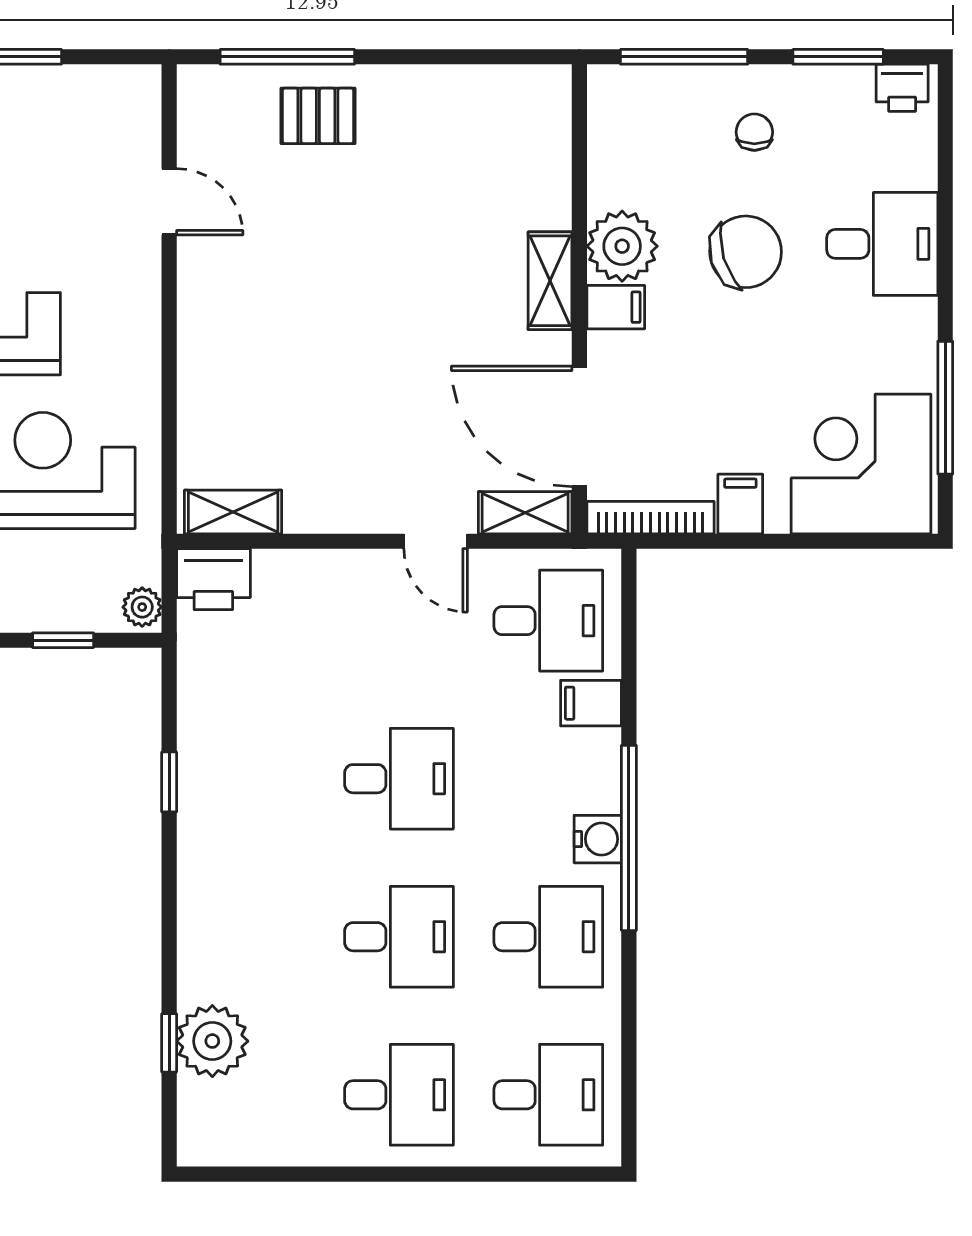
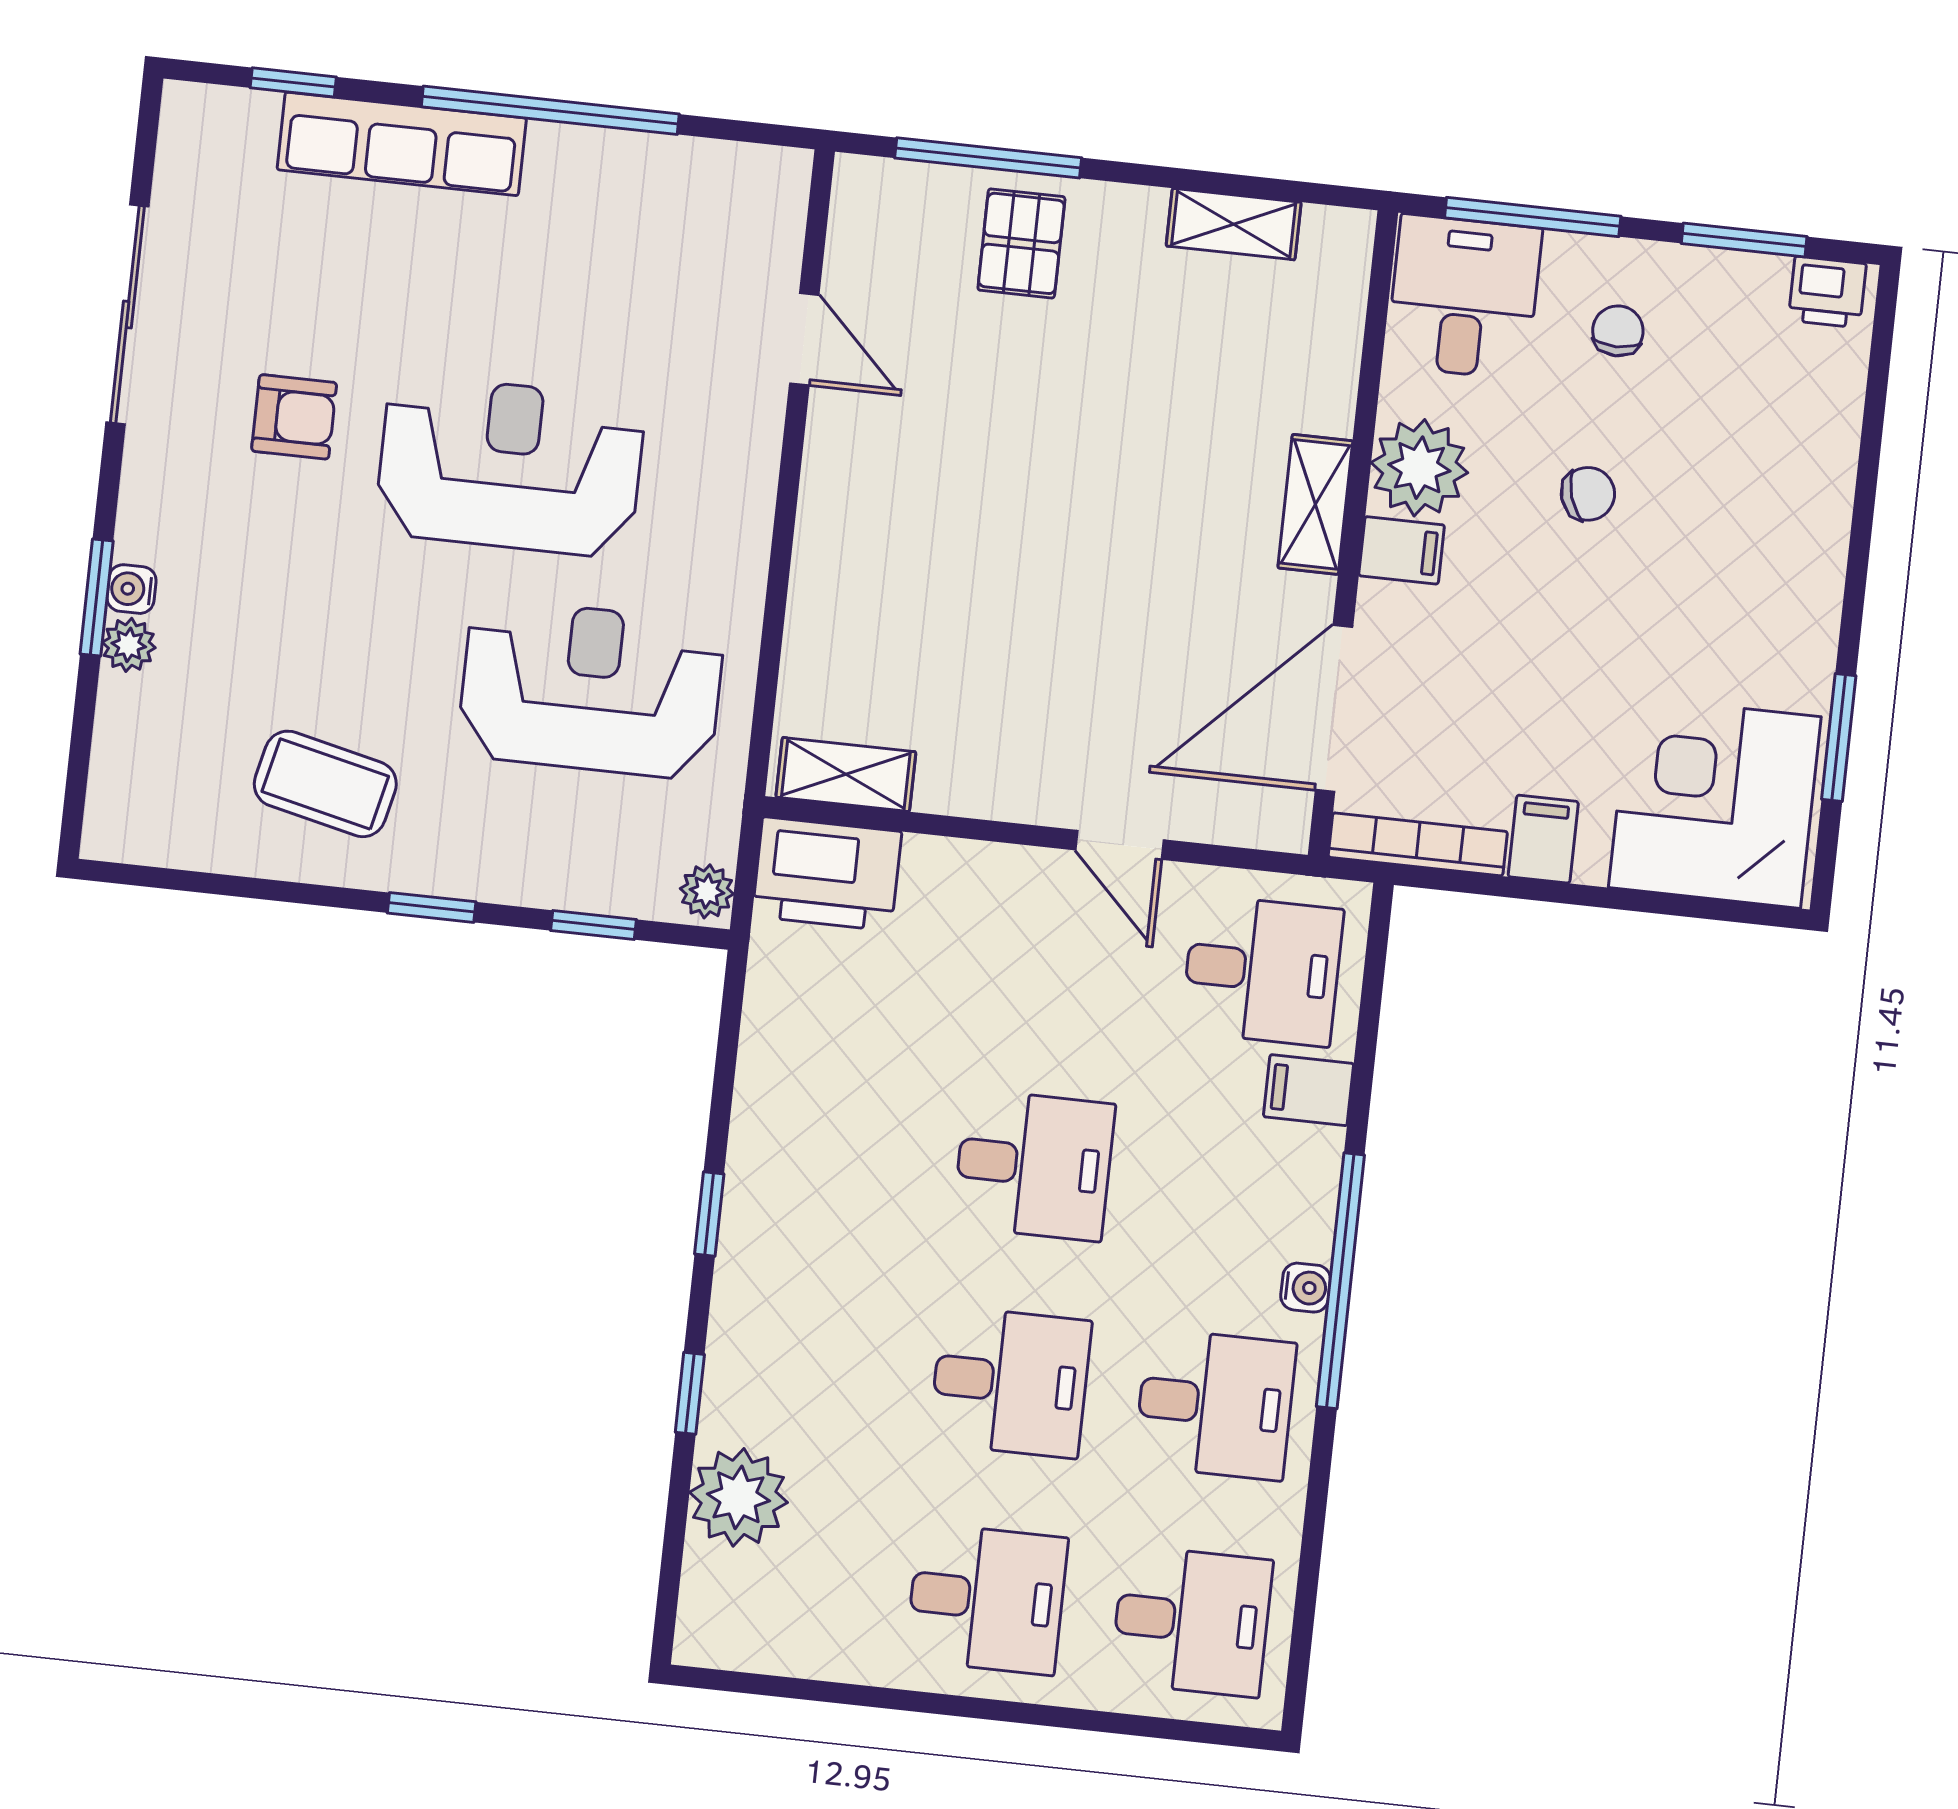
pallet: (318, 116) -> (1021, 243), turned 90
desk: (882, 244) -> (1464, 297), moved, turned -90
chair: (746, 252) -> (1588, 494), width x0.54, depth x0.54
window: (945, 408) -> (1839, 737), width x0.69
door: (579, 426) -> (1334, 709), hinge flipped
shelving: (525, 513) -> (1234, 224), moved
printer: (213, 579) -> (827, 874), width x1.37, depth x1.19
window: (169, 782) -> (709, 1214), moved
water cooler: (598, 839) -> (1306, 1288), width x0.72, depth x0.72
window: (169, 1043) -> (690, 1393), moved

